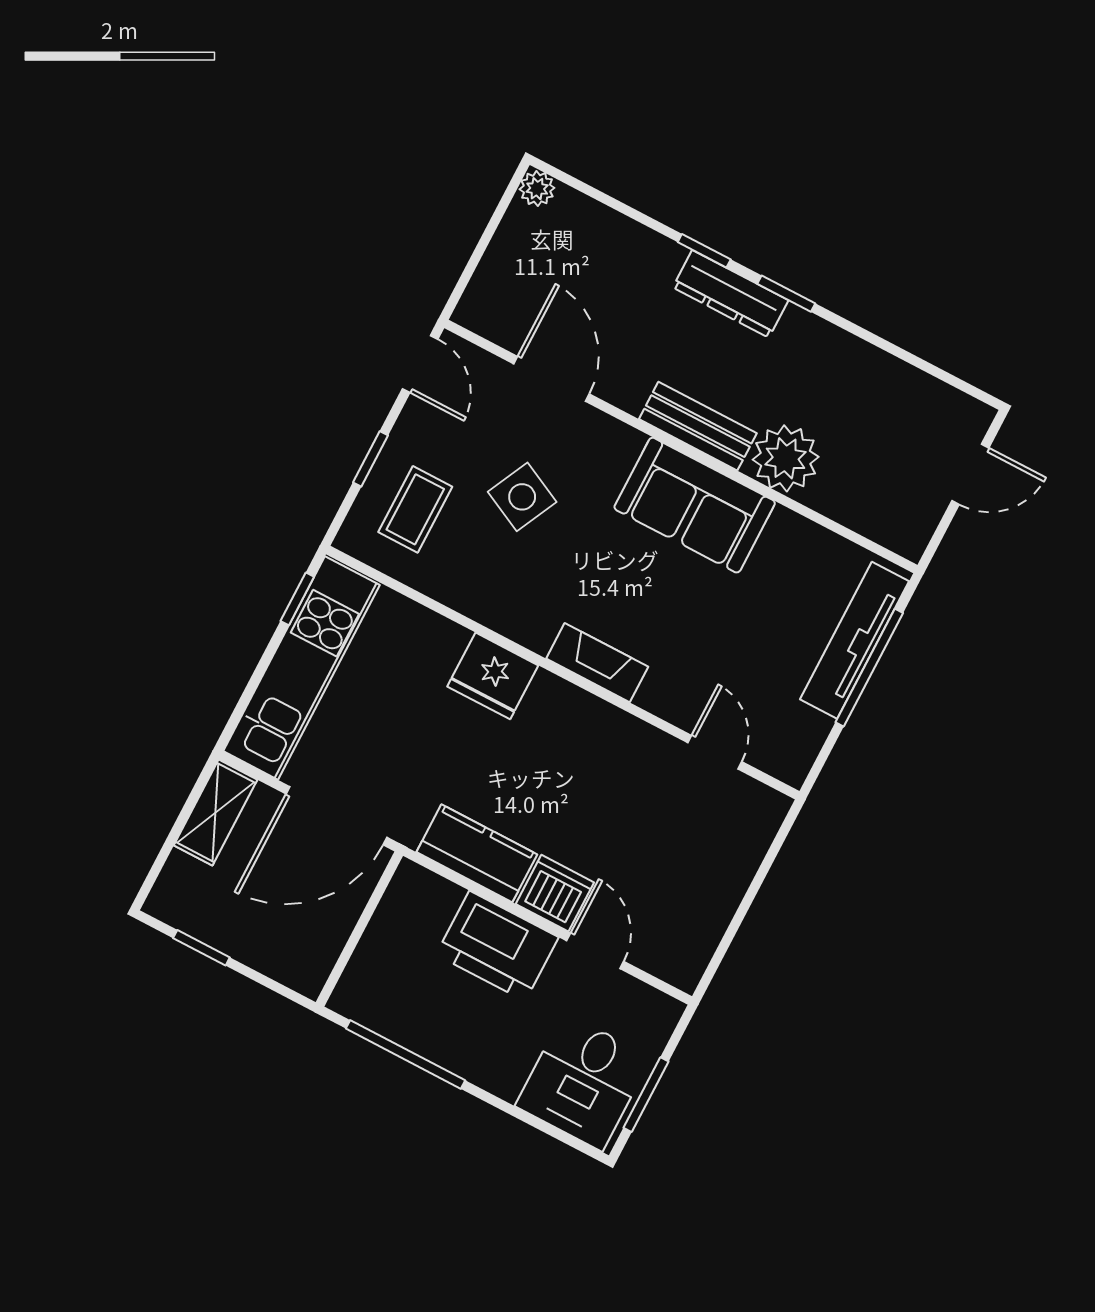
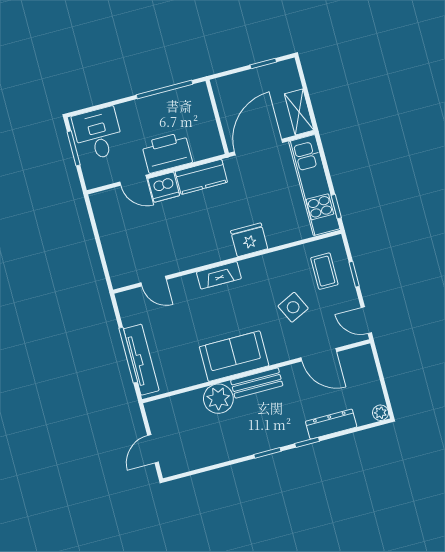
dresser: (731, 294) -> (331, 424), moved
side table: (522, 497) -> (293, 307), turned 38

